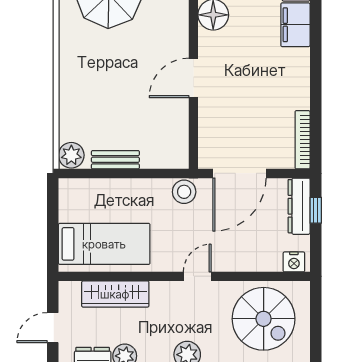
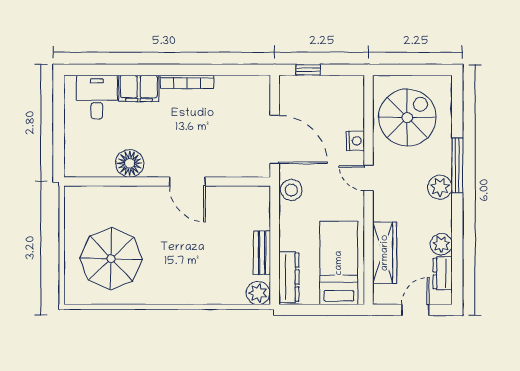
bookcase: (303, 140) -> (187, 82), moved
dresser: (299, 206) -> (289, 277), moved, turned -90
nightstand: (294, 262) -> (355, 141), moved
door: (53, 328) -> (415, 310), swing flipped

